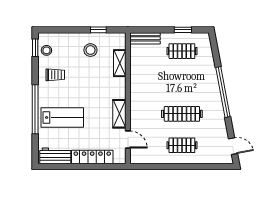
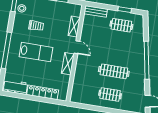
stool: (90, 50) -> (54, 13), removed
trolley: (55, 75) -> (36, 26), moved
lab bench: (62, 117) -> (36, 52), moved
door: (128, 139) -> (77, 47), moved

